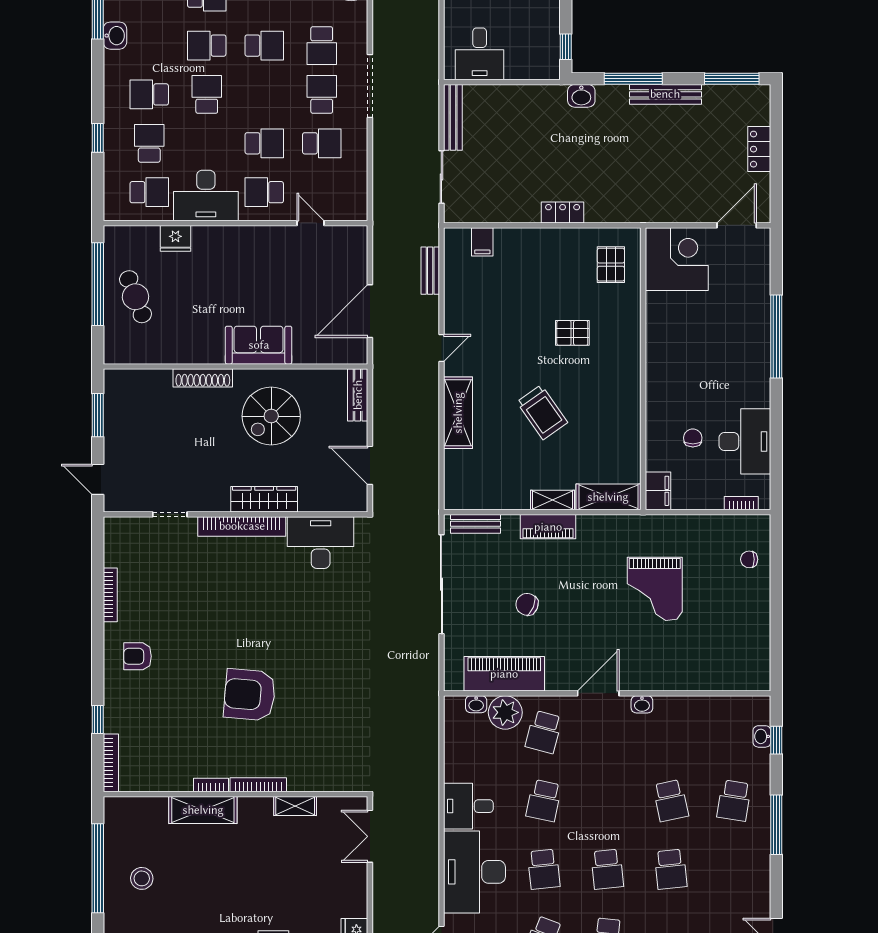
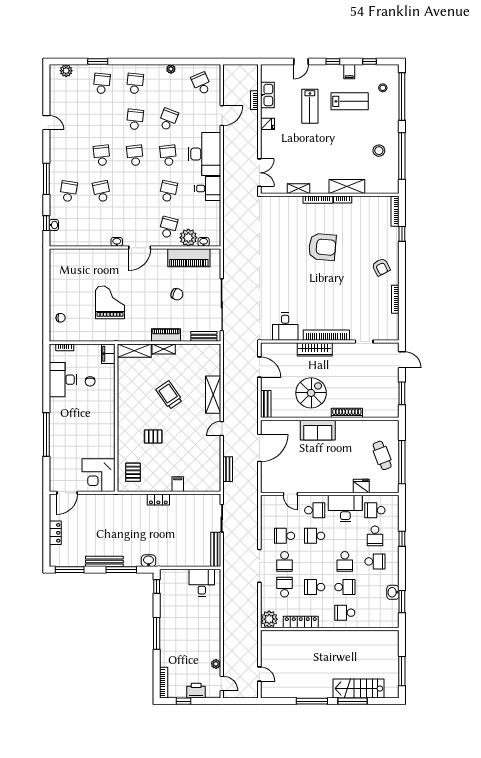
filing cabinet: (482, 242) -> (178, 484), moved
desk: (321, 543) -> (285, 327), width x0.73
armchair: (138, 656) -> (381, 267), turned 63

